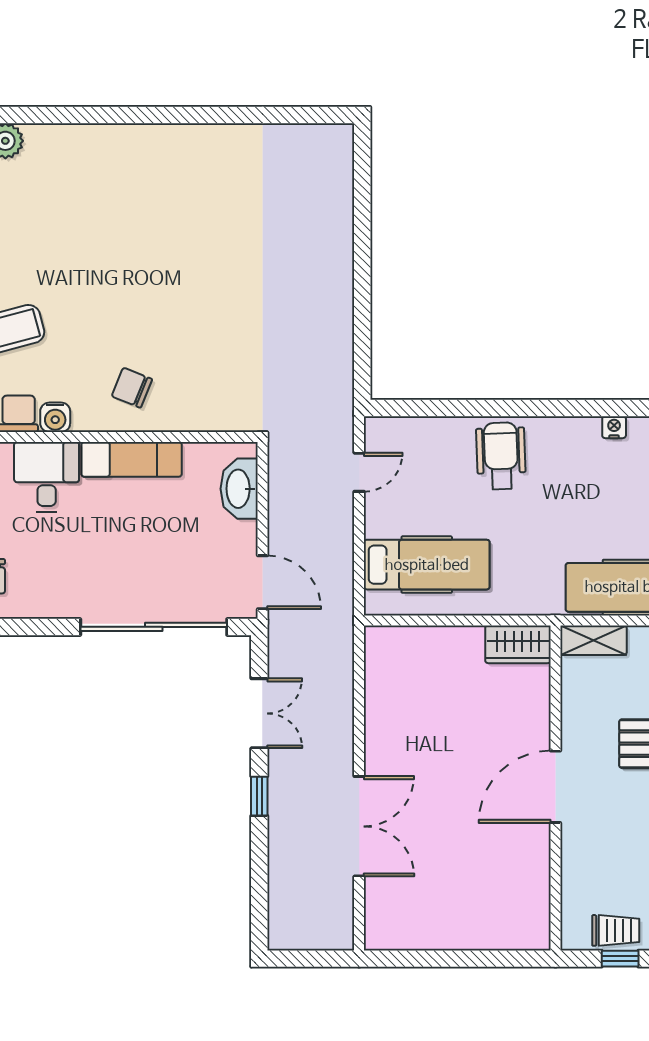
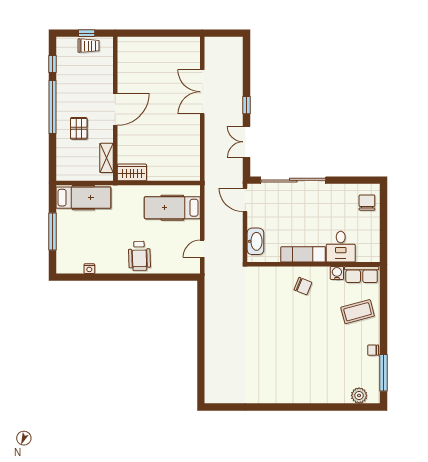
shelving: (593, 640) -> (107, 158), moved, turned 90
trolley: (616, 930) -> (89, 46), turned 180

